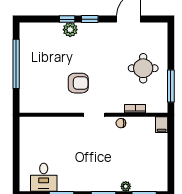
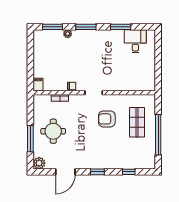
window: (67, 19) -> (129, 172), moved
plant: (70, 30) -> (39, 163), moved
shop shelf: (42, 79) -> (137, 122), added
window: (171, 86) -> (30, 139), moved

